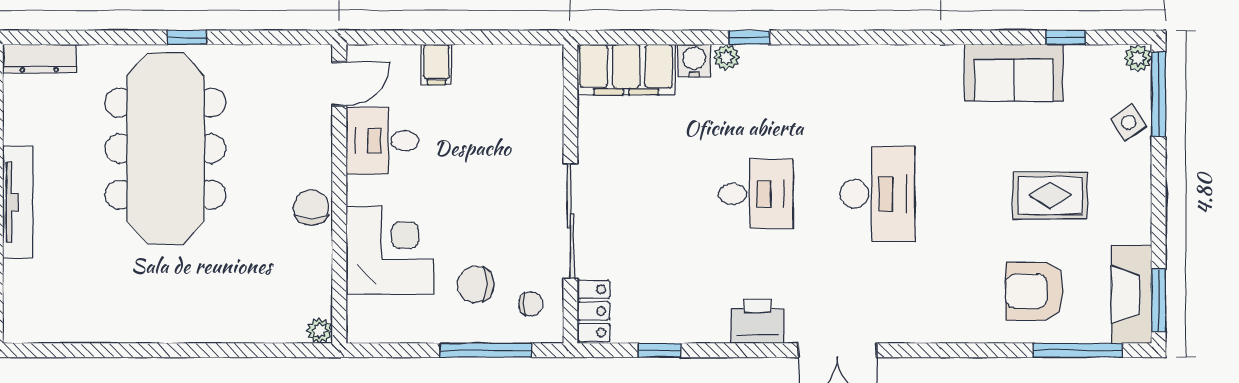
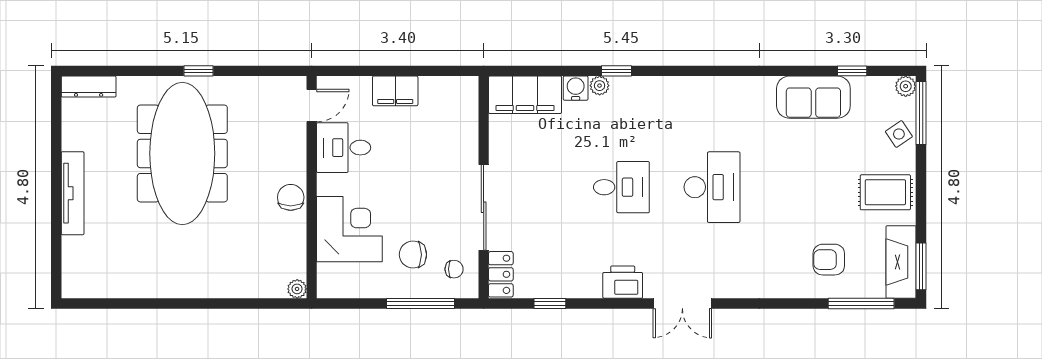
filing cabinet: (436, 64) -> (395, 91), width x2.00
rug: (1050, 195) -> (885, 192), moved
armchair: (1034, 291) -> (829, 260), width x0.72, depth x0.72

